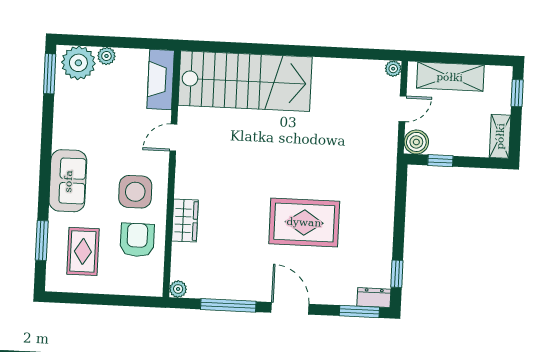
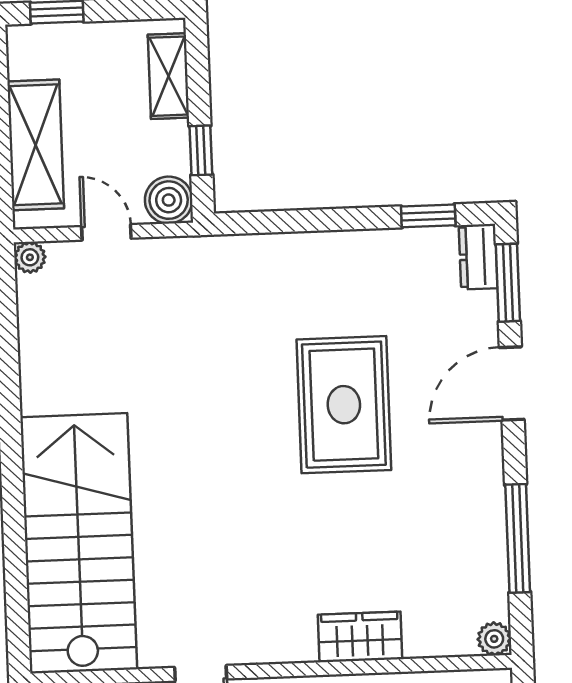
shelving: (500, 136) -> (168, 76), moved, turned 90
door: (290, 308) -> (512, 383), moved

